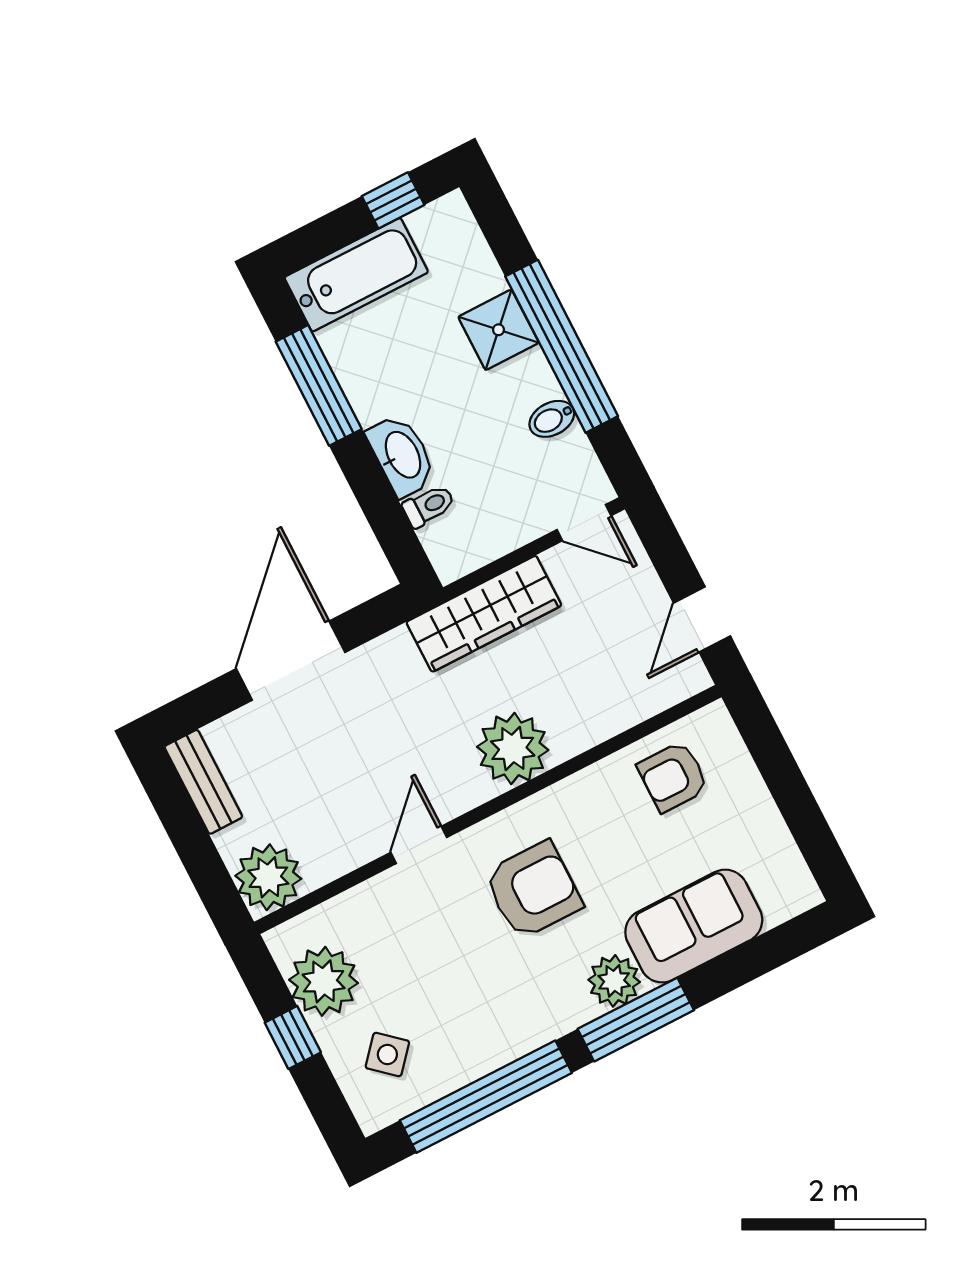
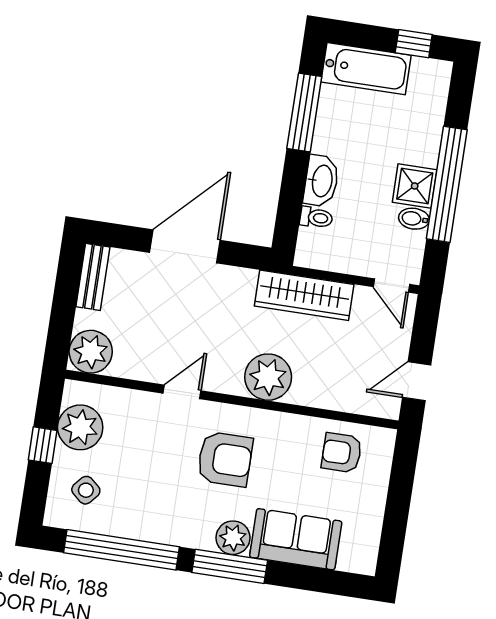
shower: (499, 330) -> (415, 186), moved

